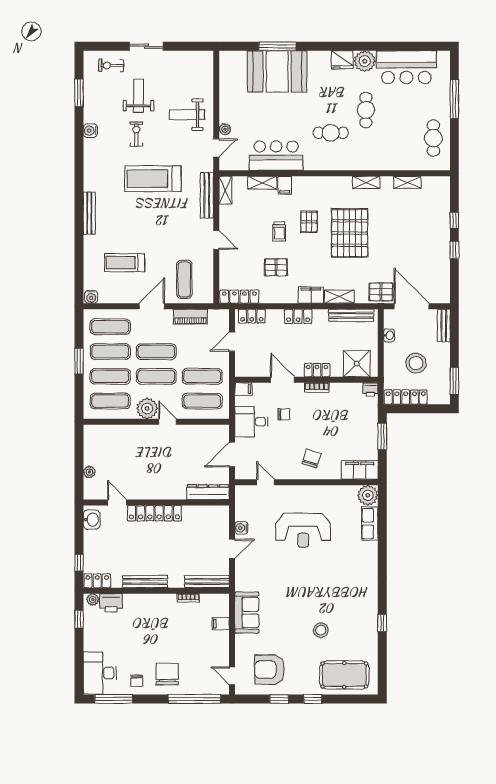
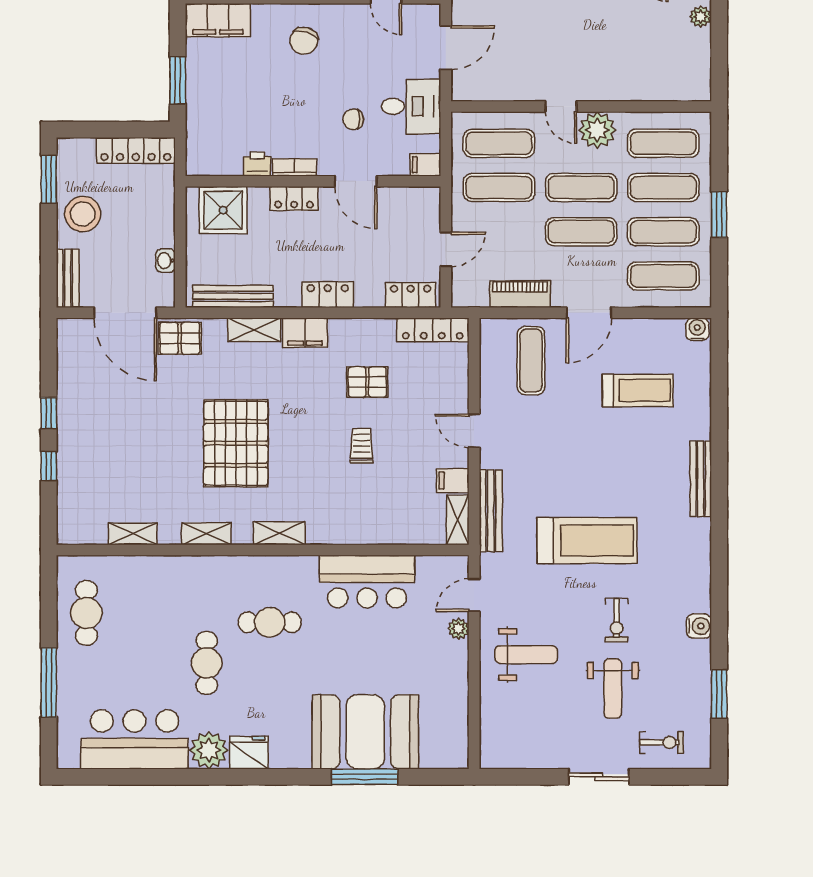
shelving: (262, 183) -> (279, 533), moved
filing cabinet: (285, 185) -> (453, 481), moved, turned -90
pallet: (309, 222) -> (309, 463), removed
stool: (416, 363) -> (83, 214), moved
printer: (370, 390) -> (257, 164), moved

